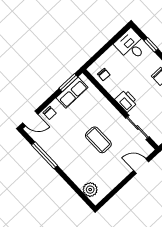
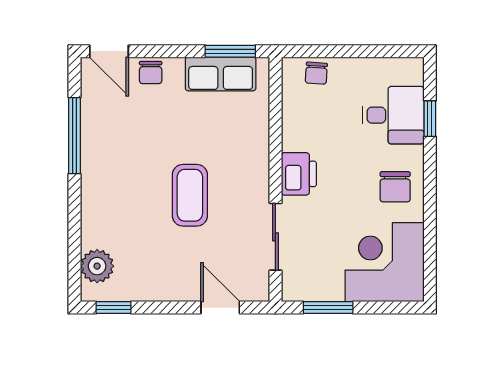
desk: (131, 45) -> (393, 115), moved, turned 90
chair: (104, 75) -> (316, 73), moved
window: (108, 198) -> (114, 308), added

